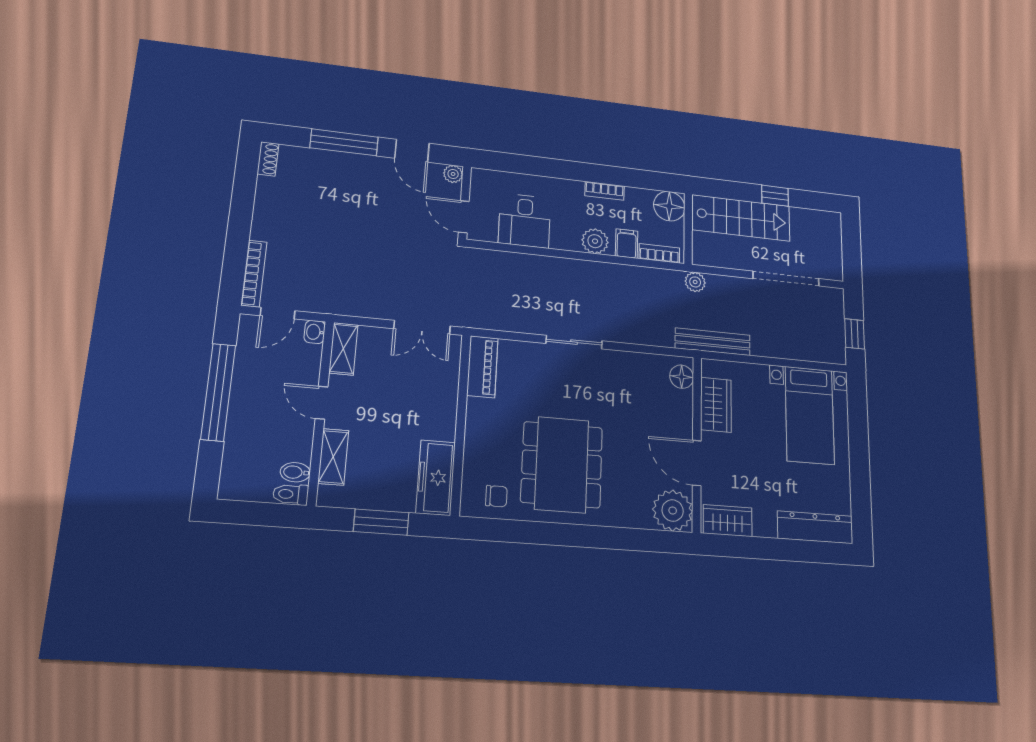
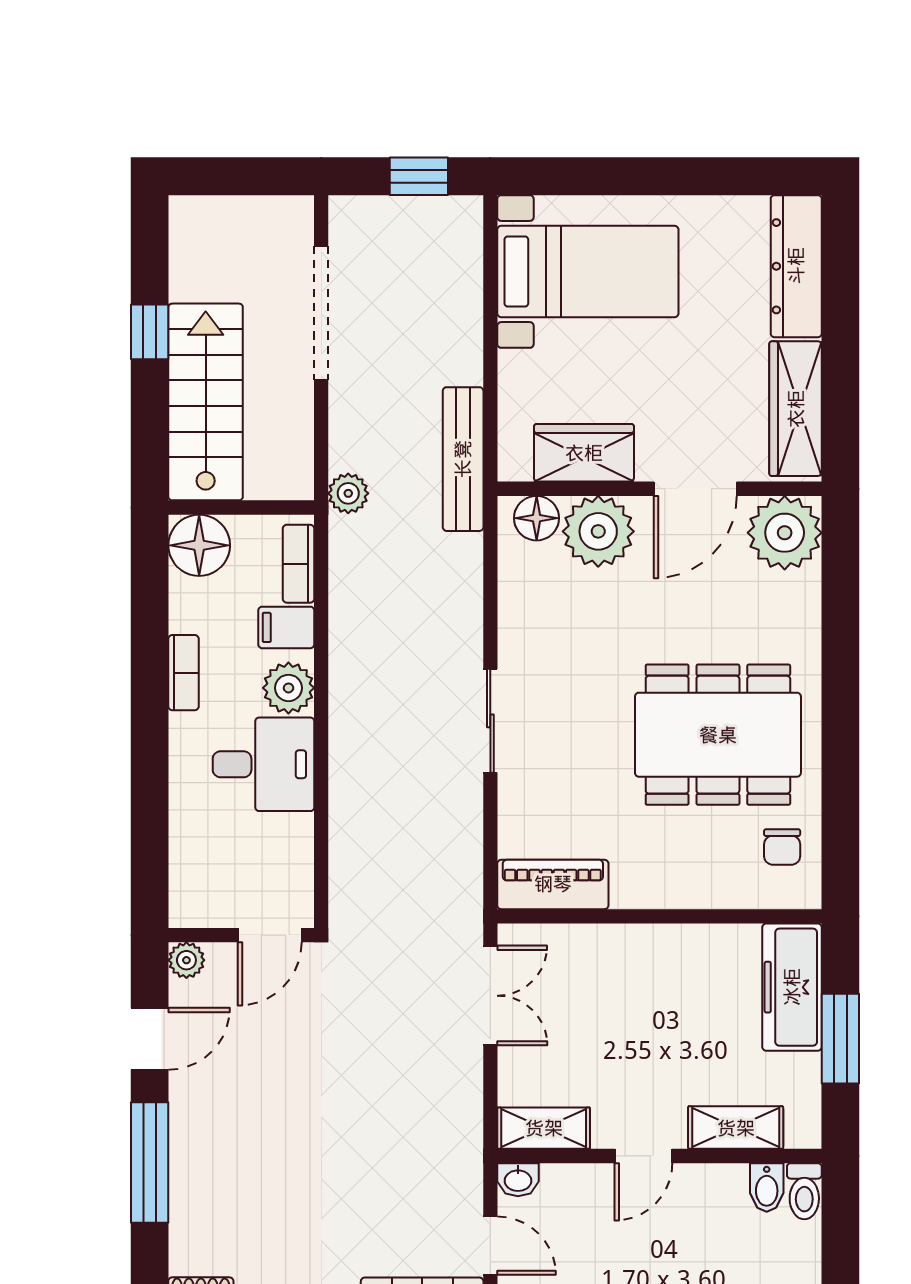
desk: (525, 221) -> (263, 764), moved
plant: (674, 409) -> (598, 531), added
freezer: (436, 478) -> (792, 987), moved, turned 90
chair: (496, 496) -> (782, 847), turned 180
wardrobe: (728, 521) -> (796, 409), width x1.50

